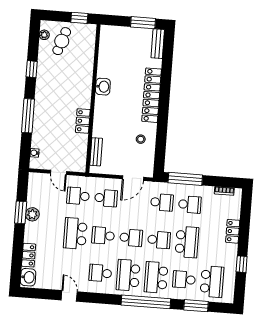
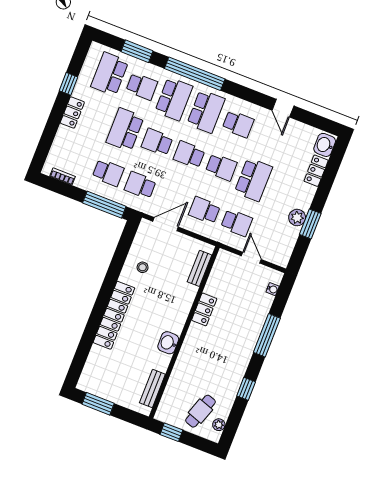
bench: (158, 44) -> (152, 388), moved
school desk: (190, 205) -> (108, 173), turned 180
locker: (233, 231) -> (72, 112), moved

